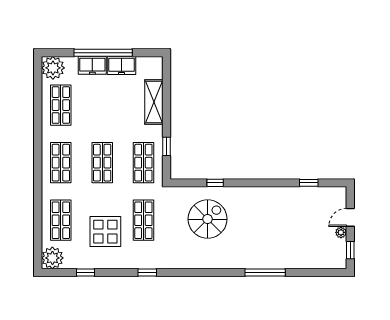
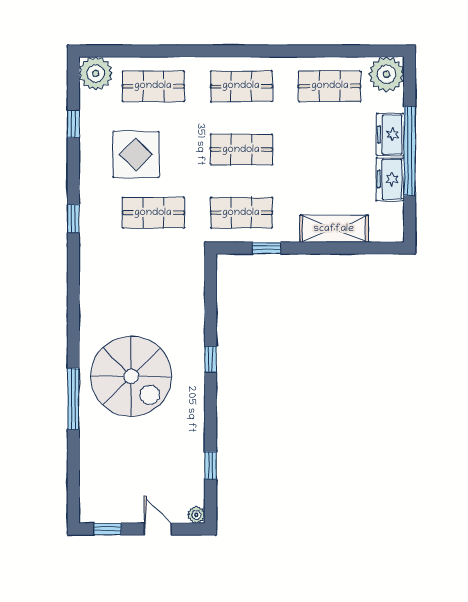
window: (215, 183) -> (211, 359), moved
spiral stairs: (208, 219) -> (131, 376), moved, width x1.37, depth x1.37
plant: (341, 232) -> (196, 515), moved

